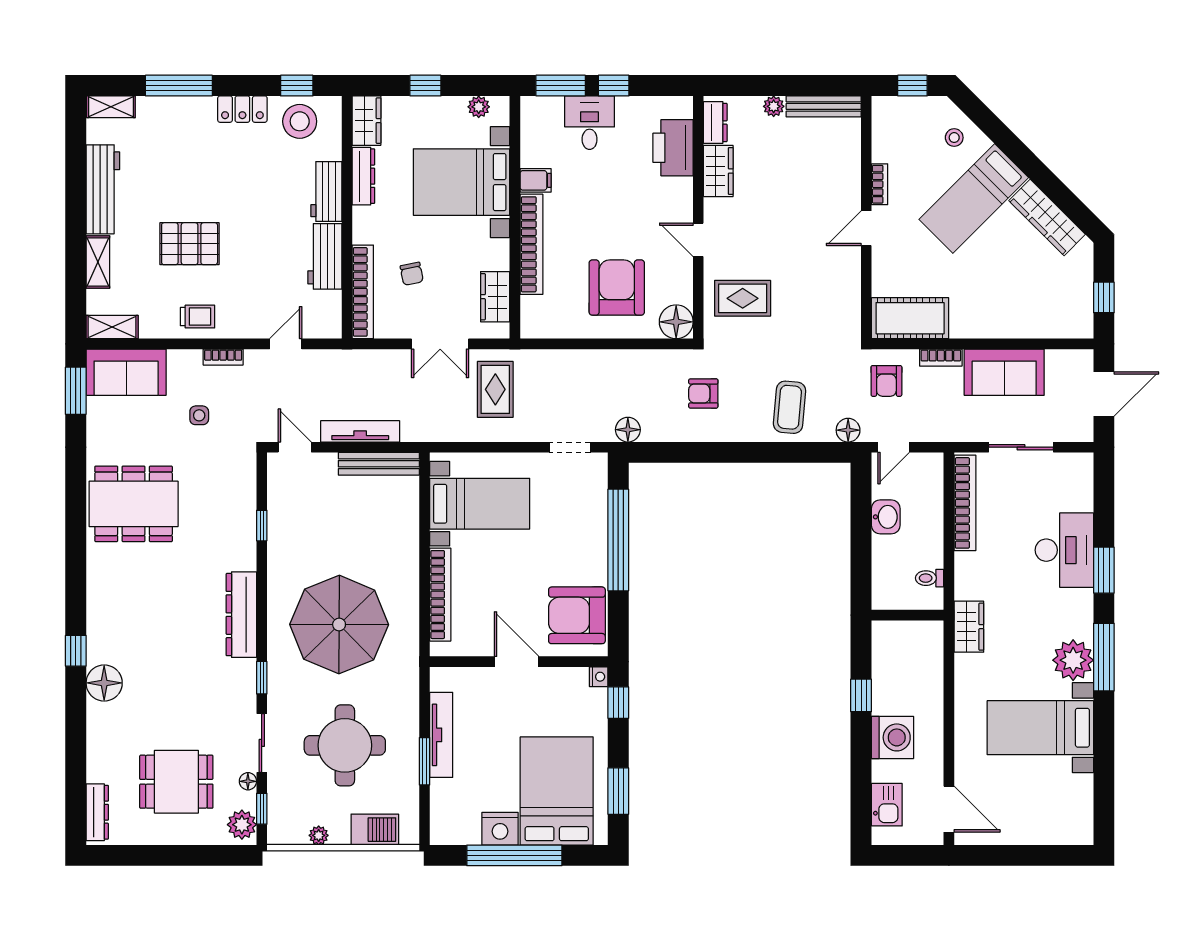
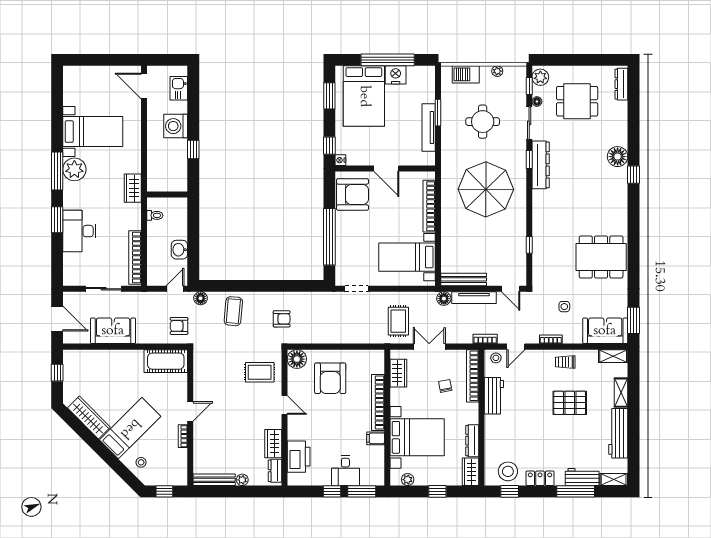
workbench: (326, 192) -> (582, 477), moved, turned -90
stool: (321, 324) -> (496, 358), added
bookcase: (941, 358) -> (485, 339), moved
armchair: (886, 381) -> (179, 326), turned -90
door: (1104, 394) -> (57, 319), swing flipped
floor lamp: (628, 430) -> (444, 299), moved
dresser: (241, 615) -> (541, 165), moved
round table: (345, 745) -> (483, 122), width x0.73, depth x0.73

